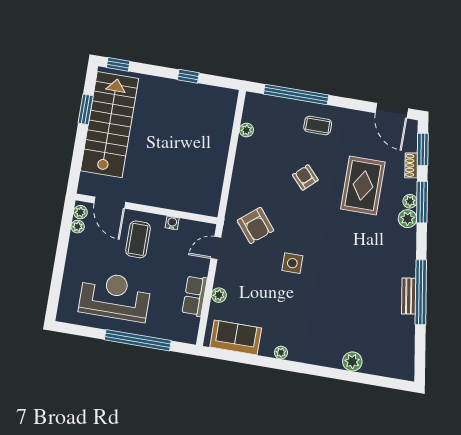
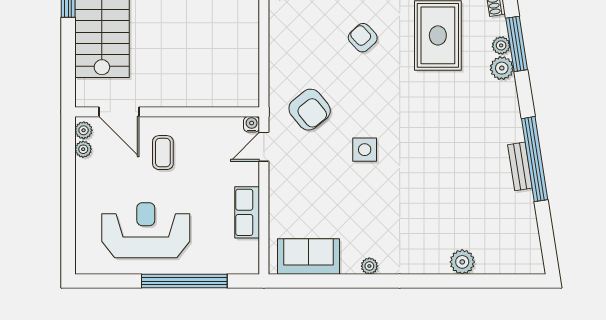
water cooler: (172, 223) -> (252, 124), moved
coffee table: (138, 239) -> (163, 153), width x0.73, depth x0.77
plant: (219, 295) -> (278, 206), removed

